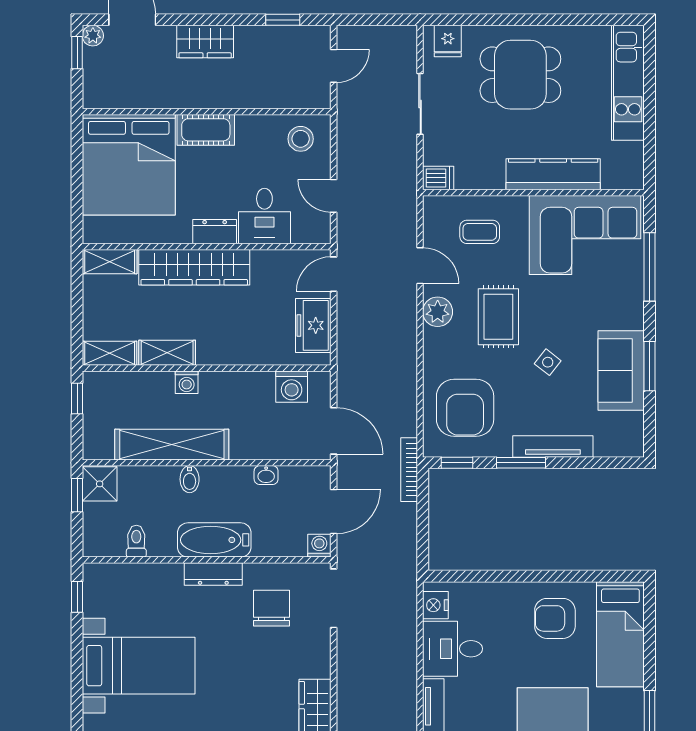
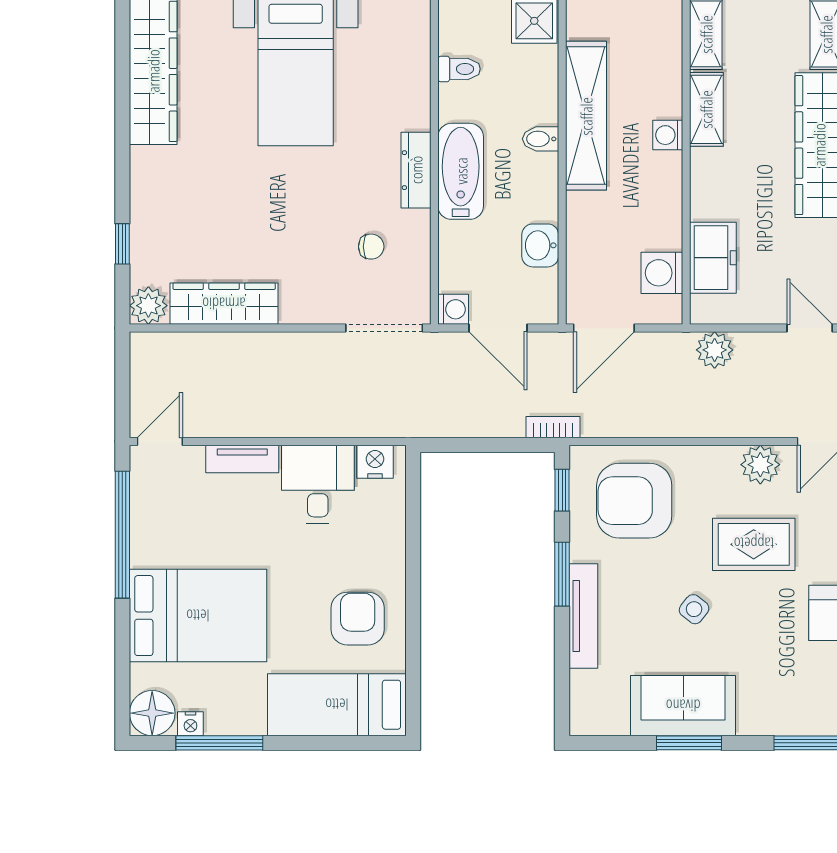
freezer: (313, 325) -> (713, 258), moved, turned 90
plant: (350, 347) -> (715, 350), added
bookcase: (409, 470) -> (553, 427), width x0.64
washbasin: (266, 475) -> (540, 245), width x1.38, depth x1.45
chair: (272, 608) -> (371, 247), width x0.54, depth x0.54

